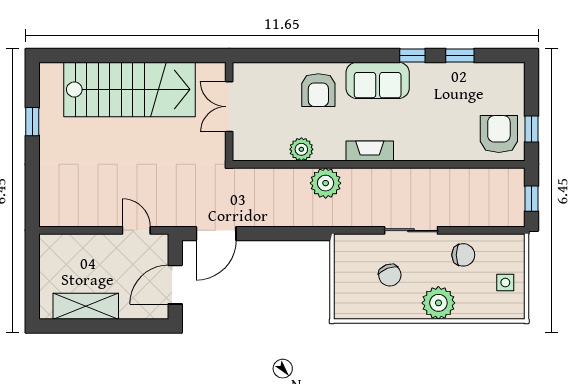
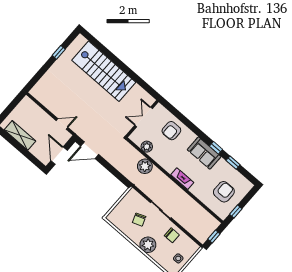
sofa: (378, 80) -> (204, 153), moved
double door: (229, 107) -> (144, 117), moved
wall: (229, 112) -> (142, 119), moved
armchair: (499, 134) -> (224, 192), moved
fireplace: (370, 151) -> (182, 179), moved
door: (136, 230) -> (62, 124), hinge flipped
door: (175, 285) -> (59, 156), hinge flipped

